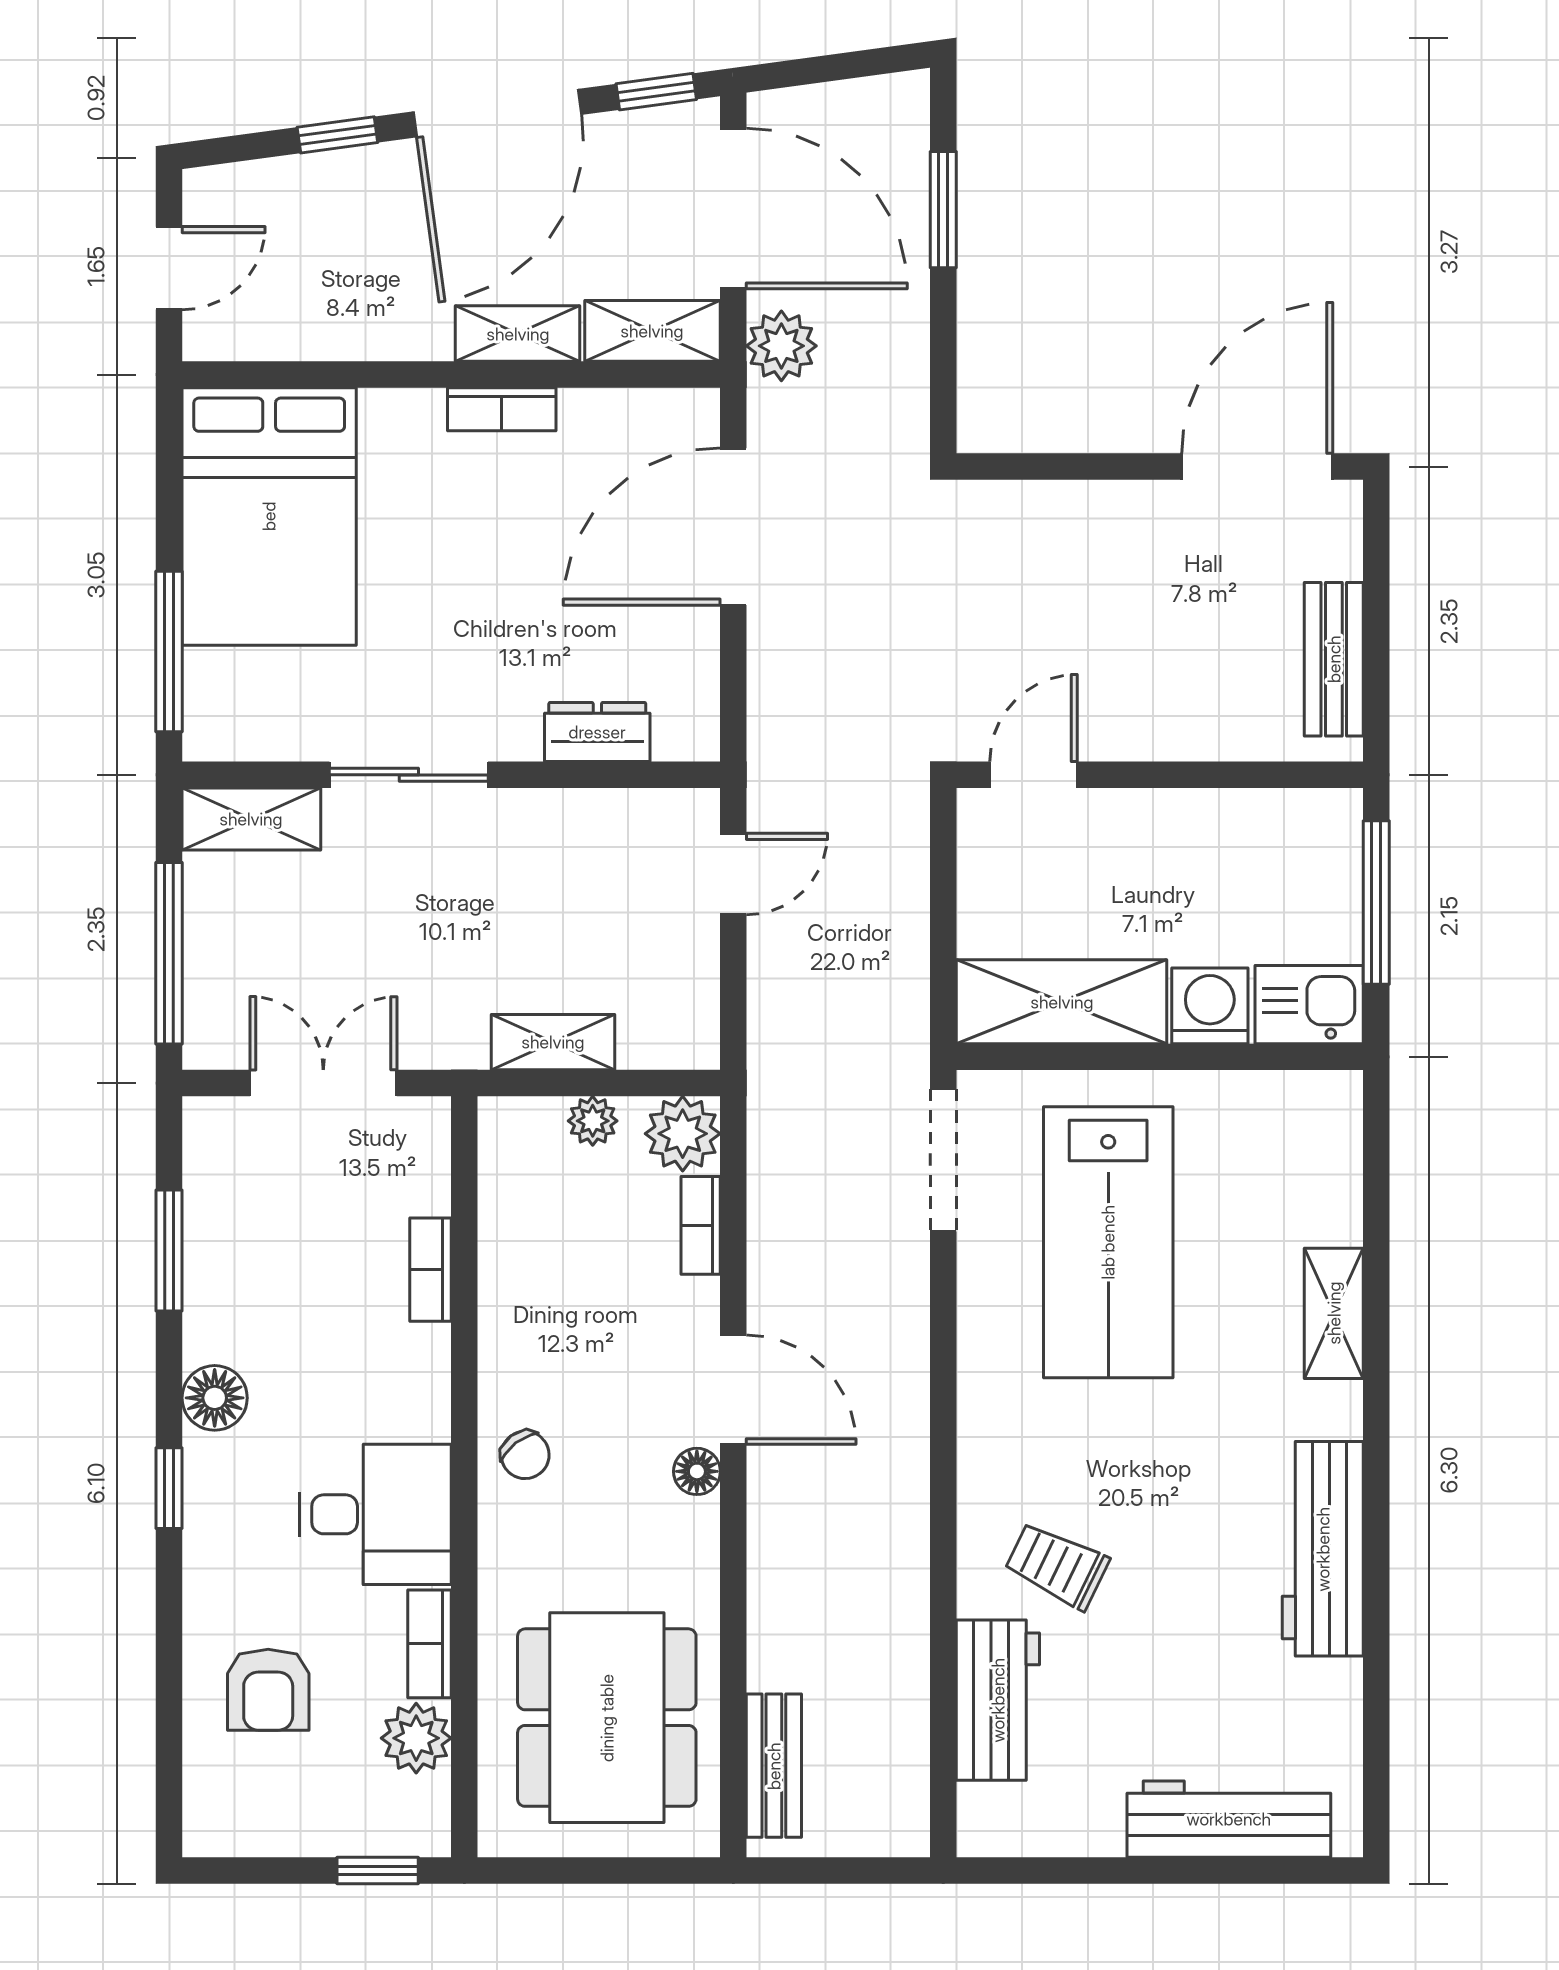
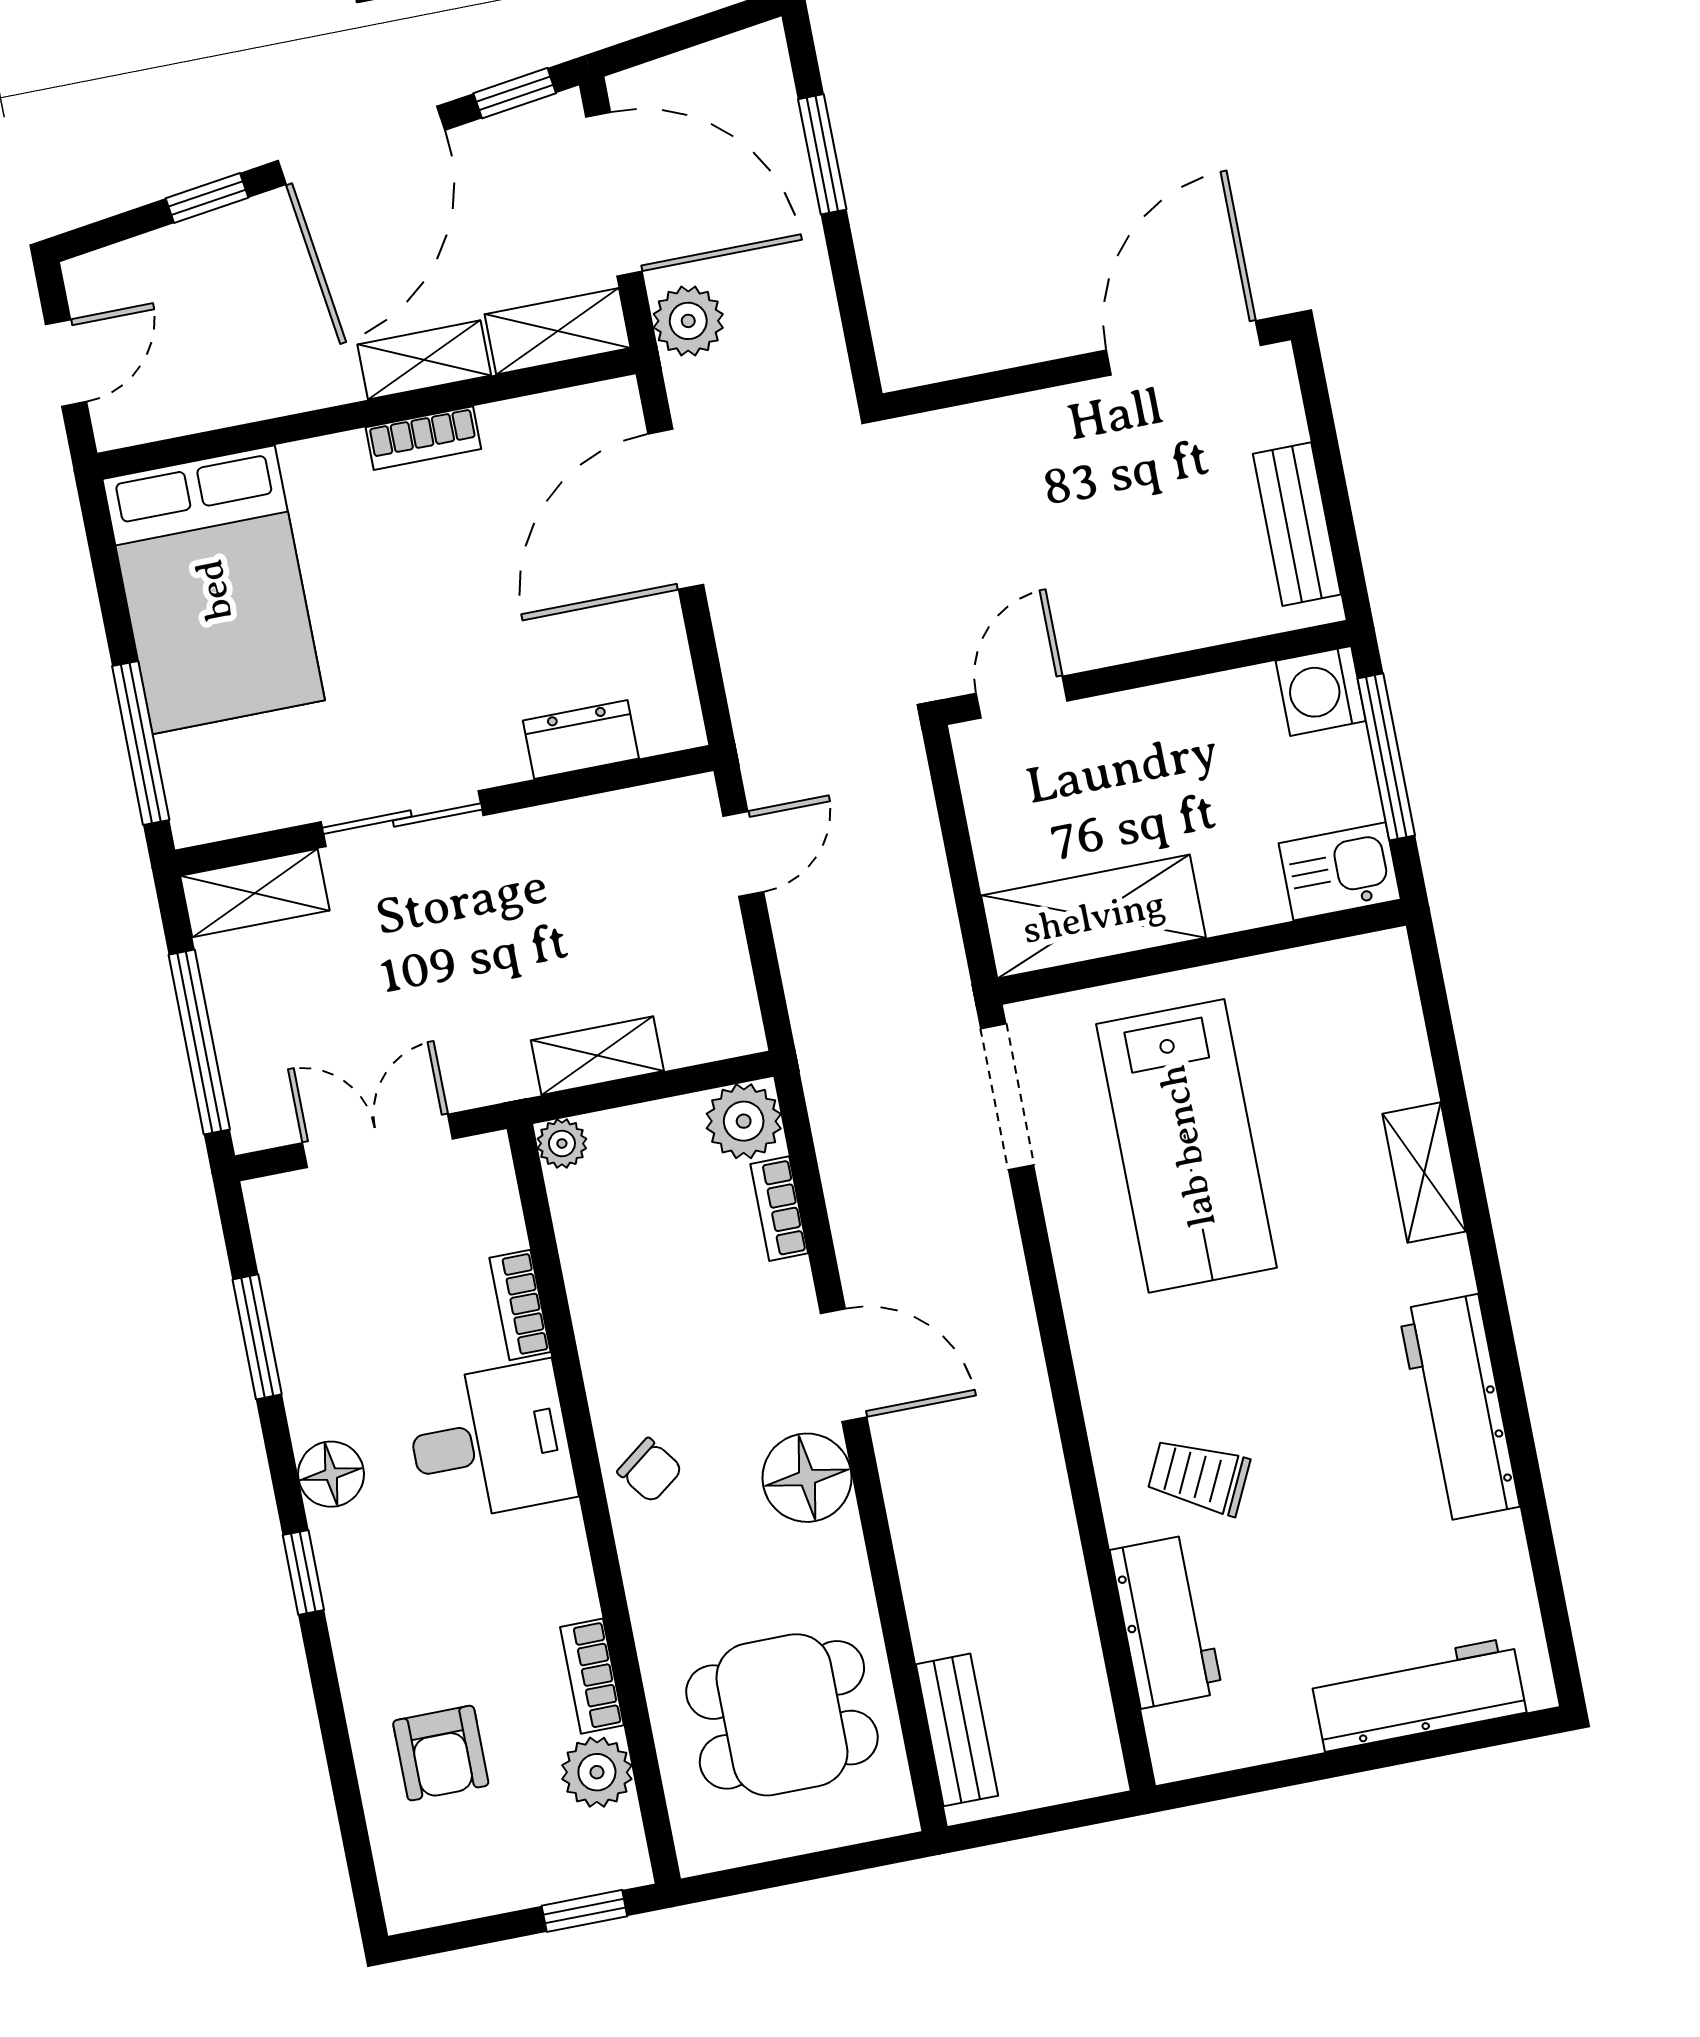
washing machine: (1210, 1006) -> (1321, 691), moved, turned -90
plant: (593, 1121) -> (562, 1143), moved
floor lamp: (697, 1471) -> (807, 1478), width x1.89, depth x1.89
desk: (375, 1514) -> (490, 1442), moved
dining table: (607, 1718) -> (782, 1715), width x0.73

